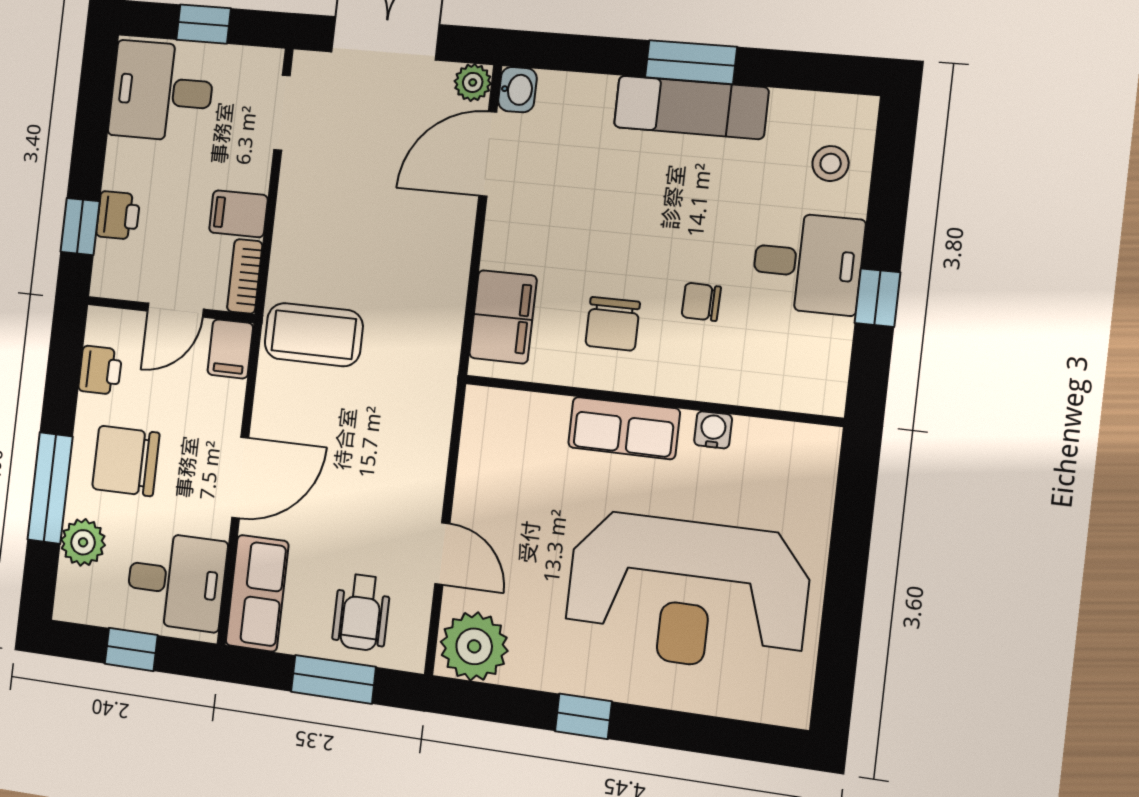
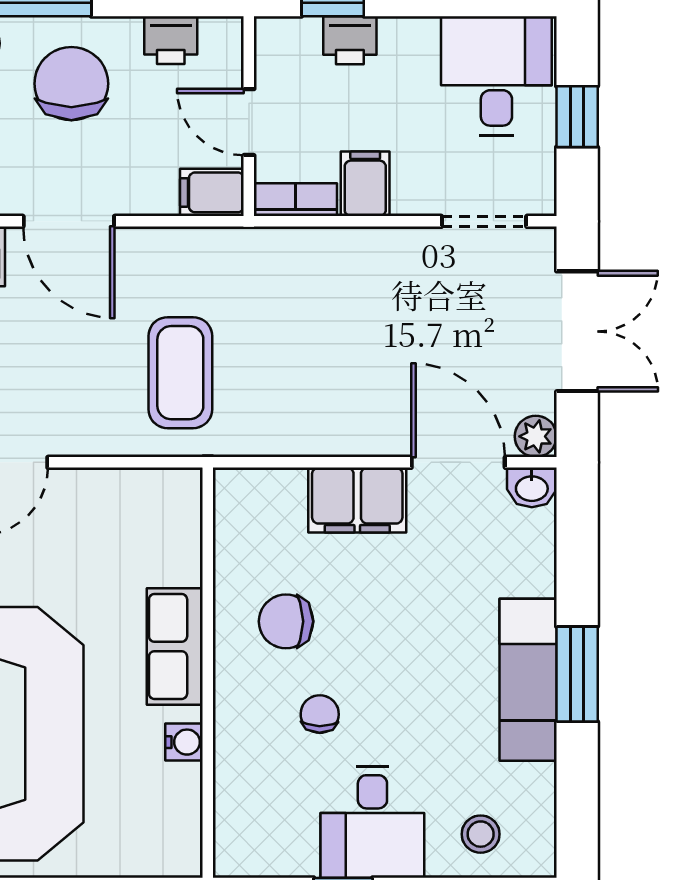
filing cabinet: (503, 317) -> (357, 500), moved
coffee table: (314, 335) -> (180, 373), moved

